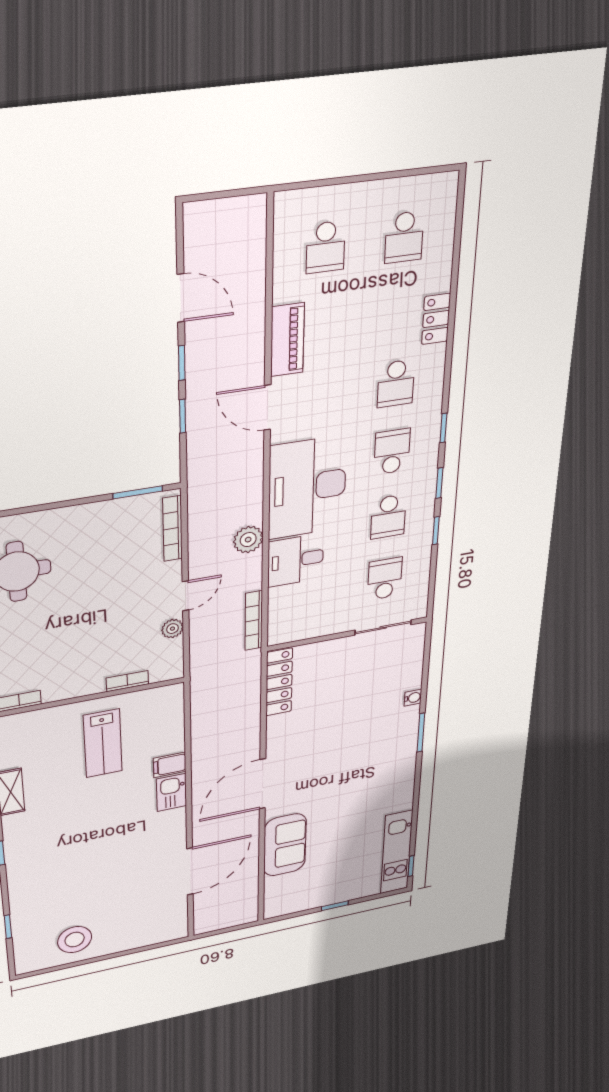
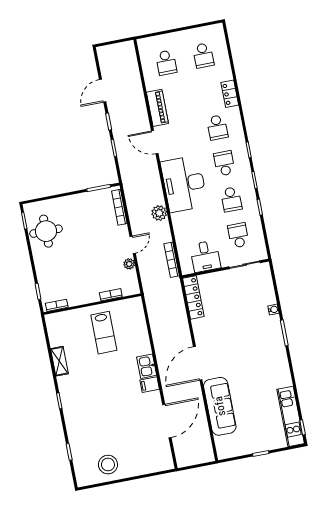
door: (181, 298) -> (103, 91), swing flipped
desk: (296, 560) -> (205, 256), moved, turned -90
filing cabinet: (170, 765) -> (150, 385), moved
sofa: (285, 845) -> (220, 406), width x1.36

